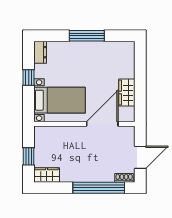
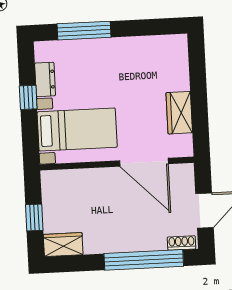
window: (87, 36) -> (84, 31), moved
dresser: (40, 52) -> (45, 79), moved
door: (102, 124) -> (144, 162), swing flipped

